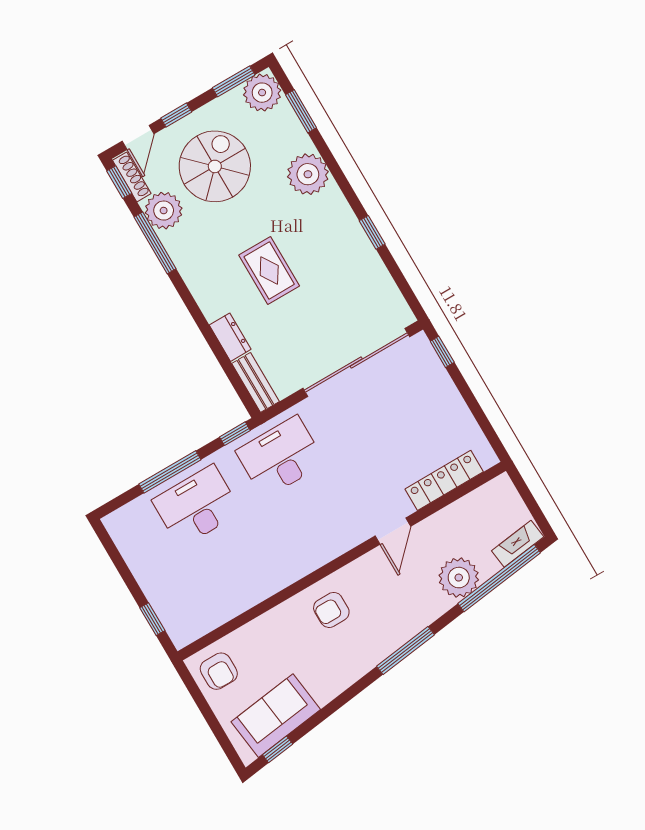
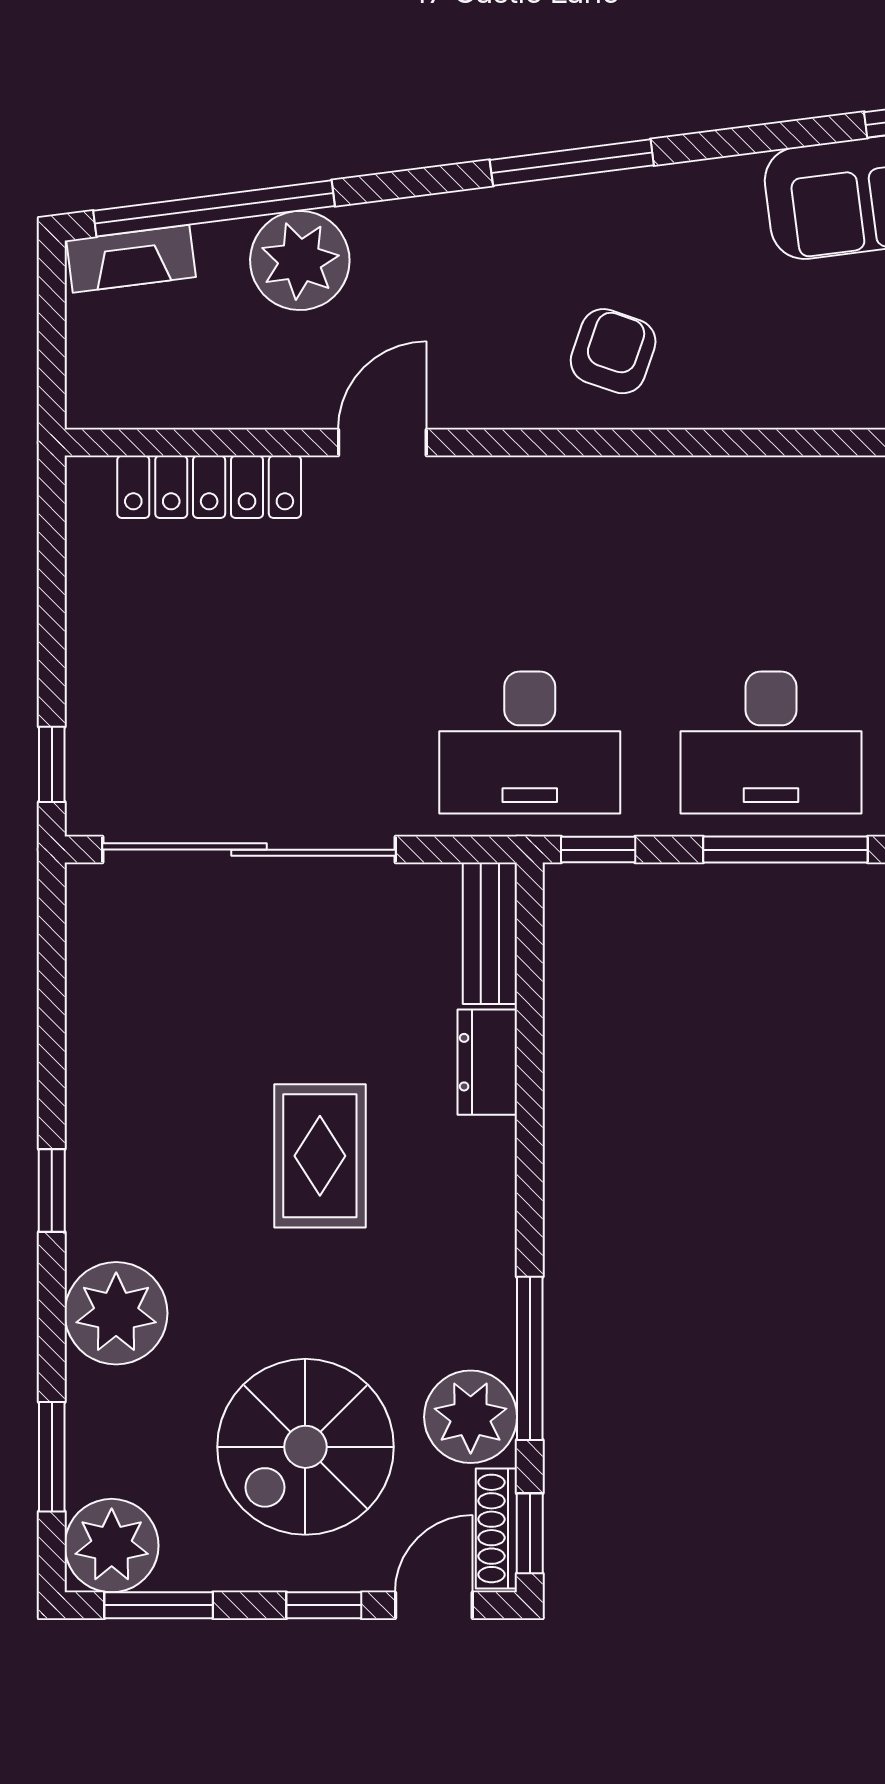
window: (372, 232) -> (52, 1190), moved
armchair: (331, 610) -> (613, 351), turned -71
window: (406, 651) -> (572, 163), moved

